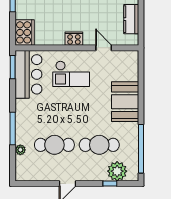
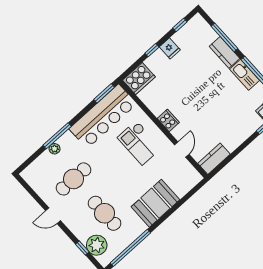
kitchen counter: (131, 19) -> (214, 159), moved
bar counter: (28, 74) -> (103, 116), width x1.36
cafe table: (54, 145) -> (74, 179), turned 90
plant: (20, 150) -> (55, 149), moved

